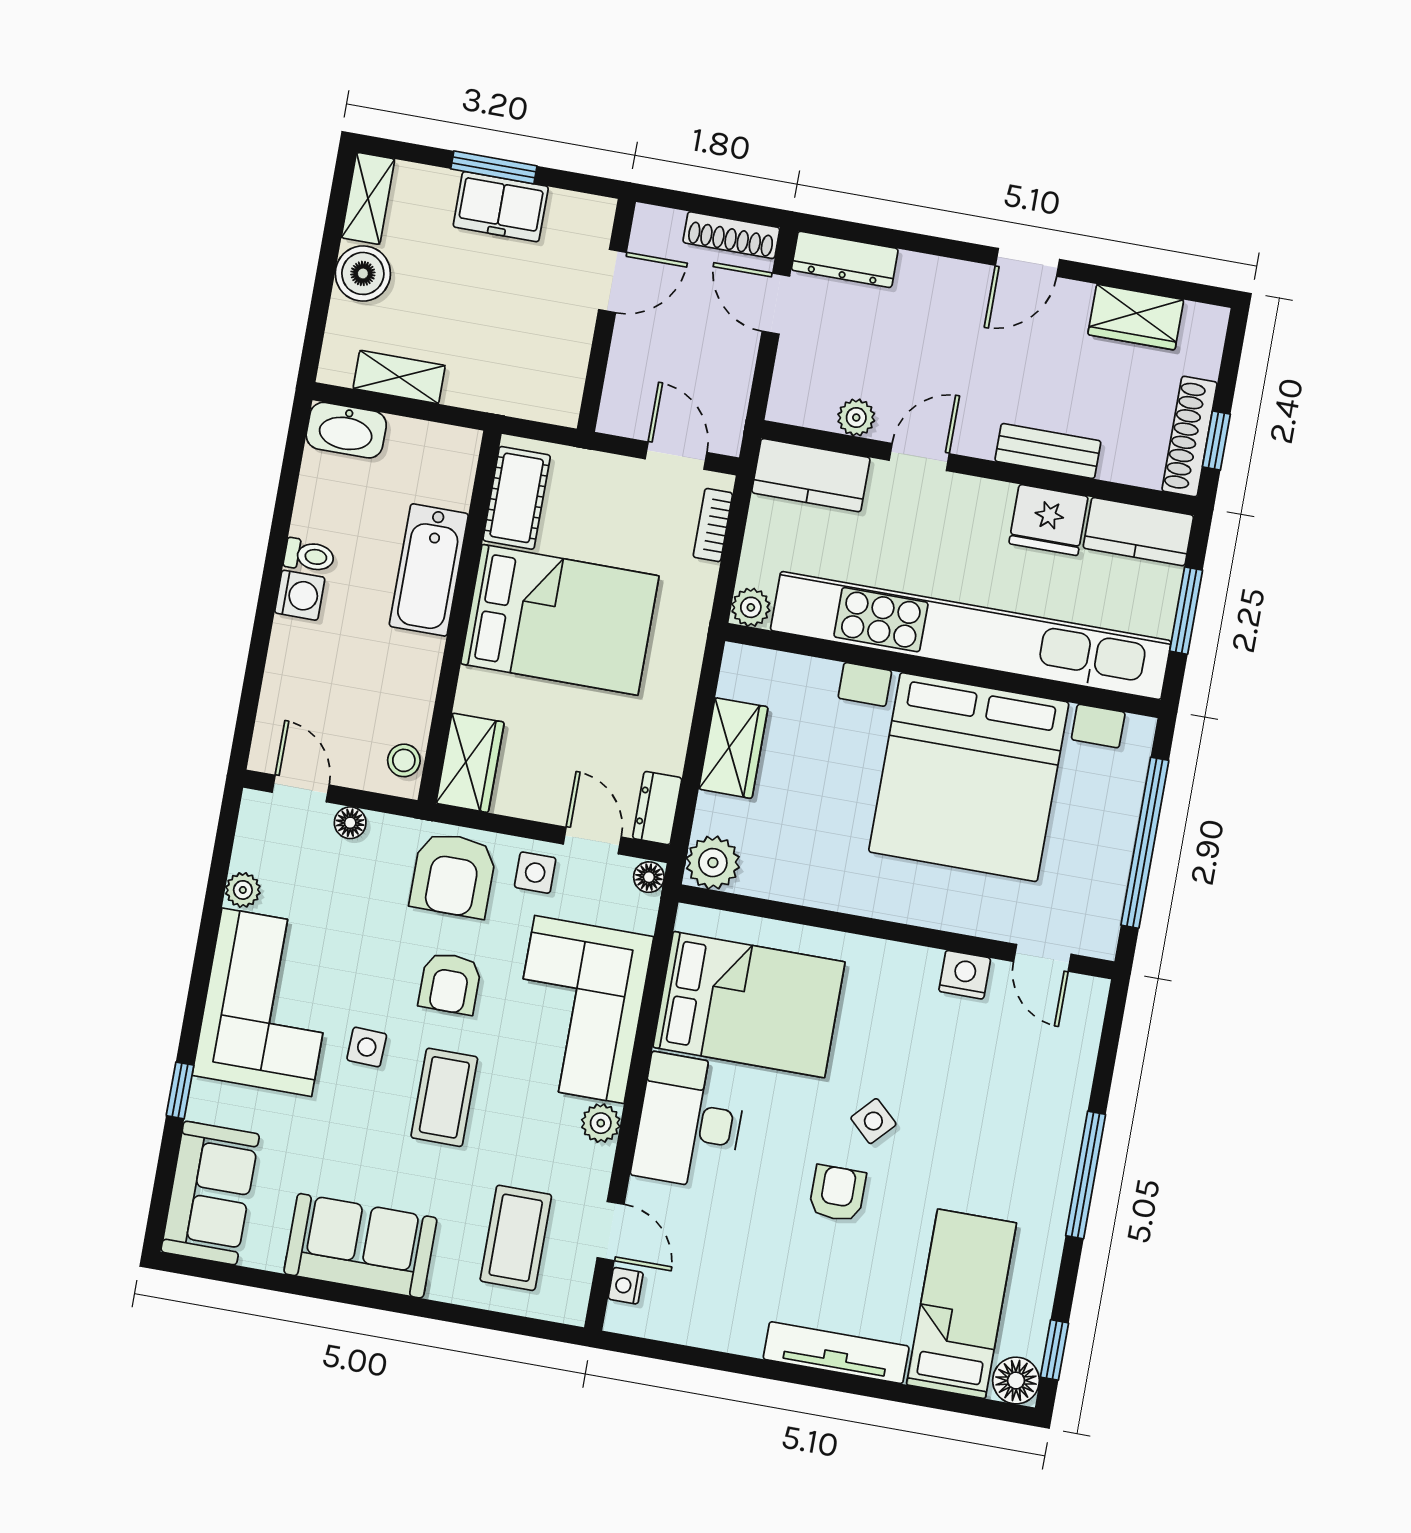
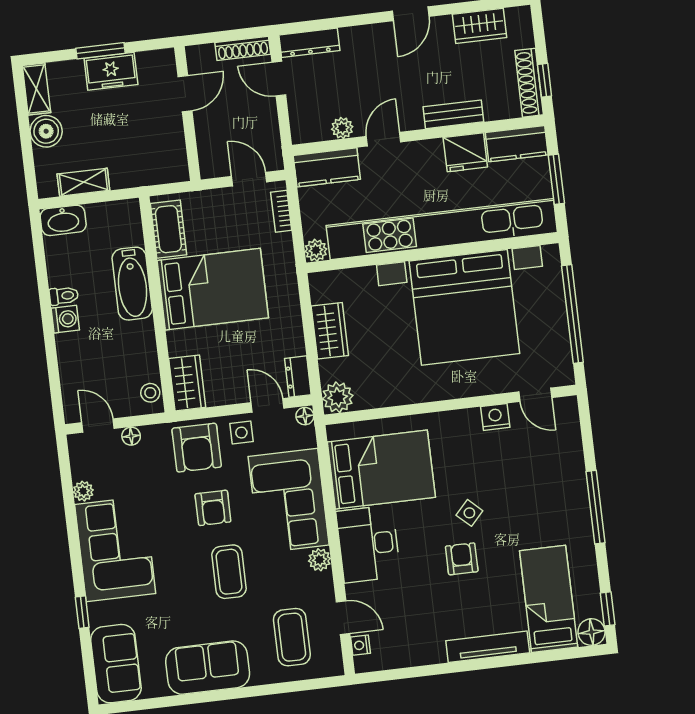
side table: (367, 1047) -> (178, 557), removed

